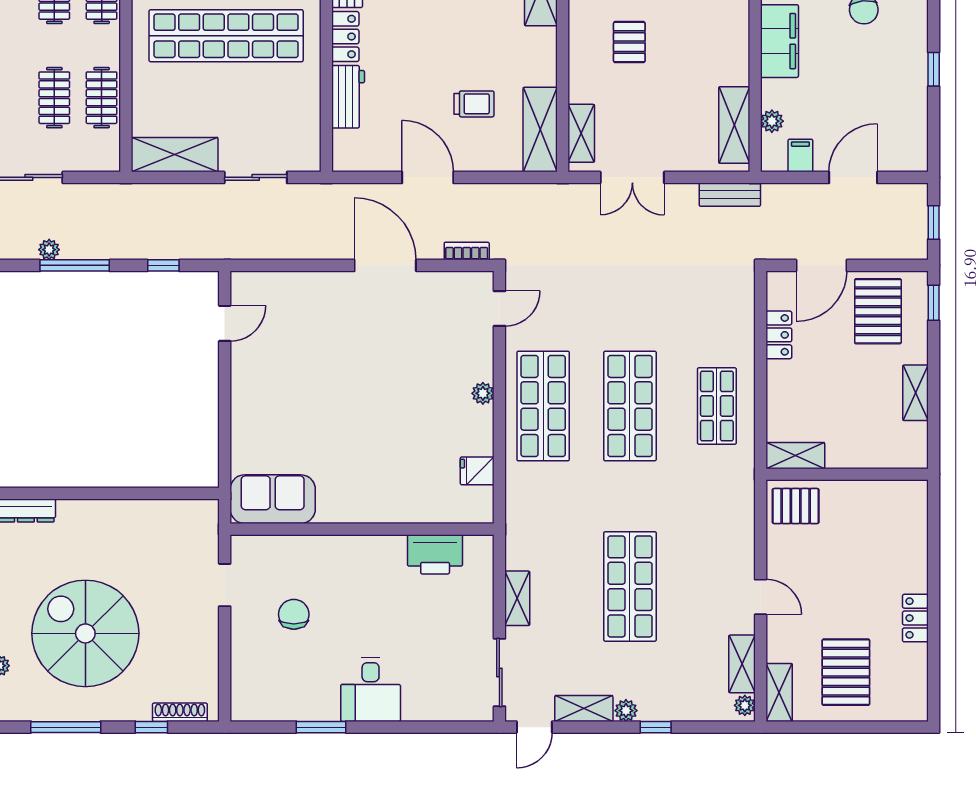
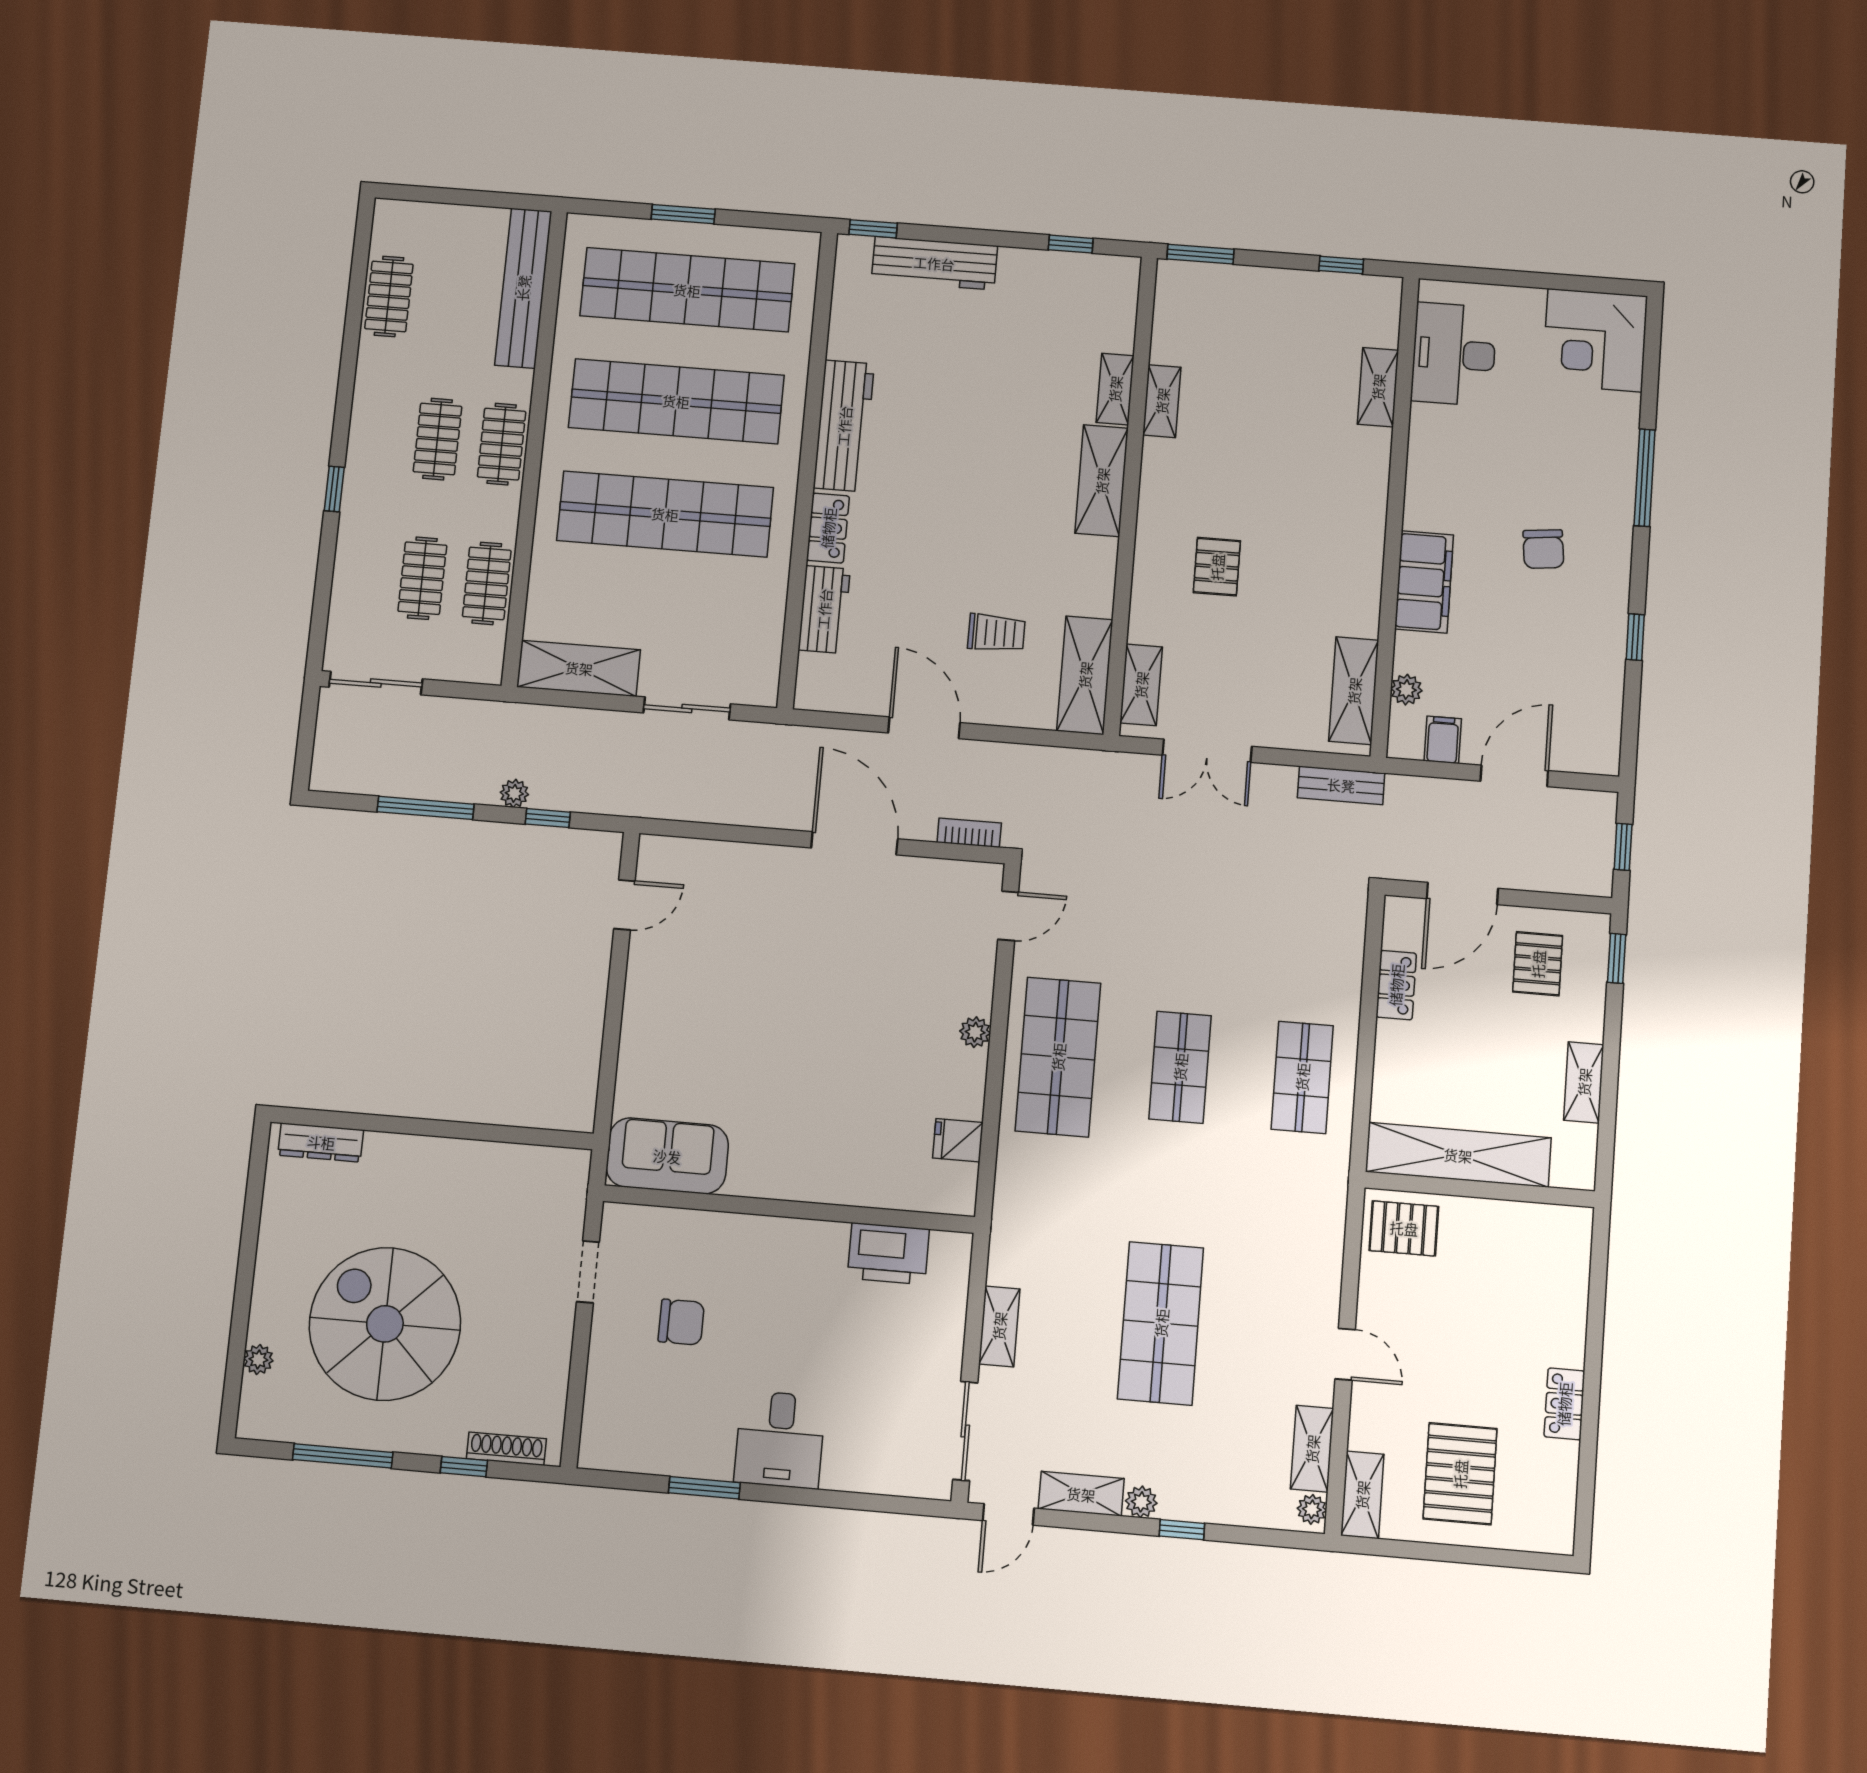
plant: (49, 250) -> (514, 793), moved
pallet: (878, 311) -> (1538, 964), width x0.67, depth x0.71
shop shelf: (630, 406) -> (1180, 1067), width x0.70, depth x0.74
shelving: (795, 456) -> (1458, 1155), width x2.20, depth x1.33
chair: (294, 614) -> (681, 1322), turned 90

